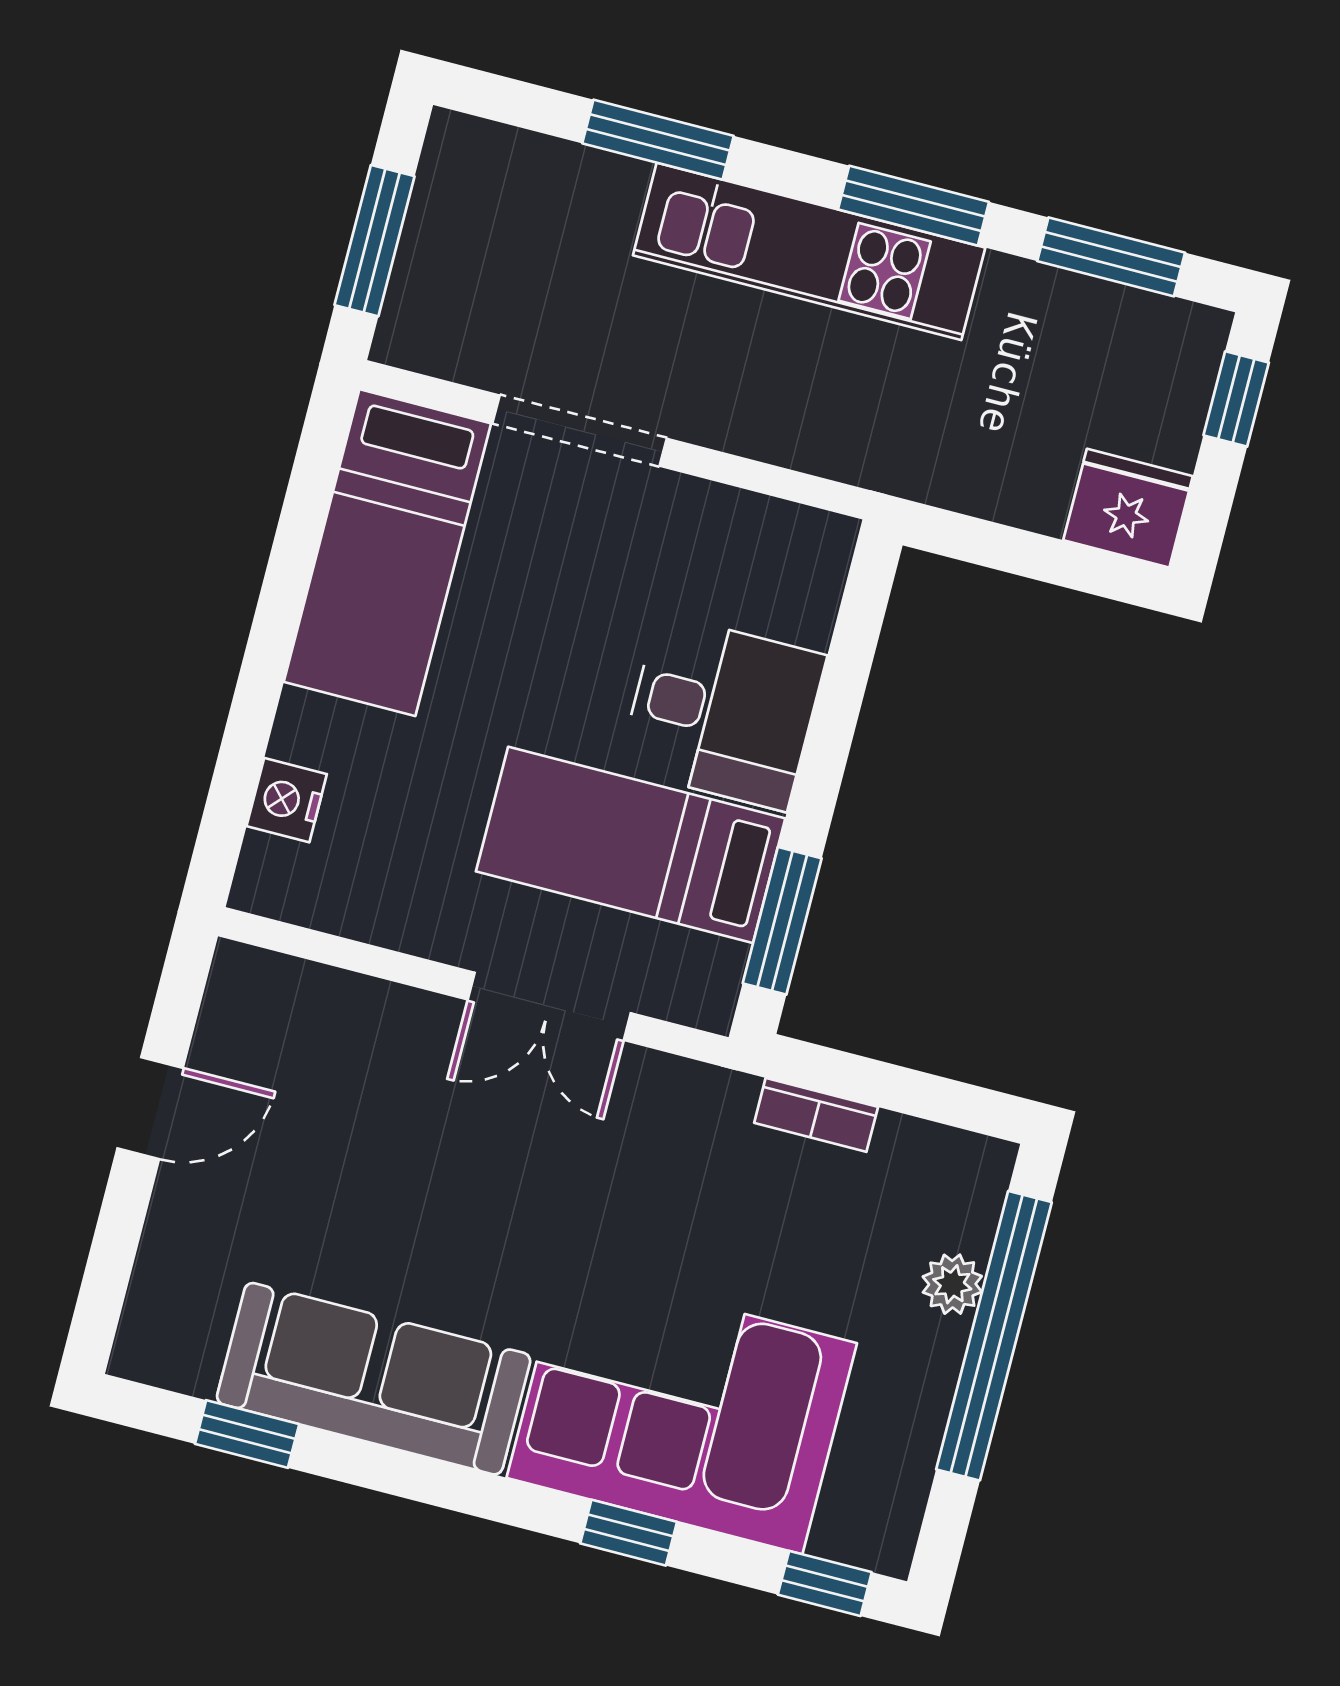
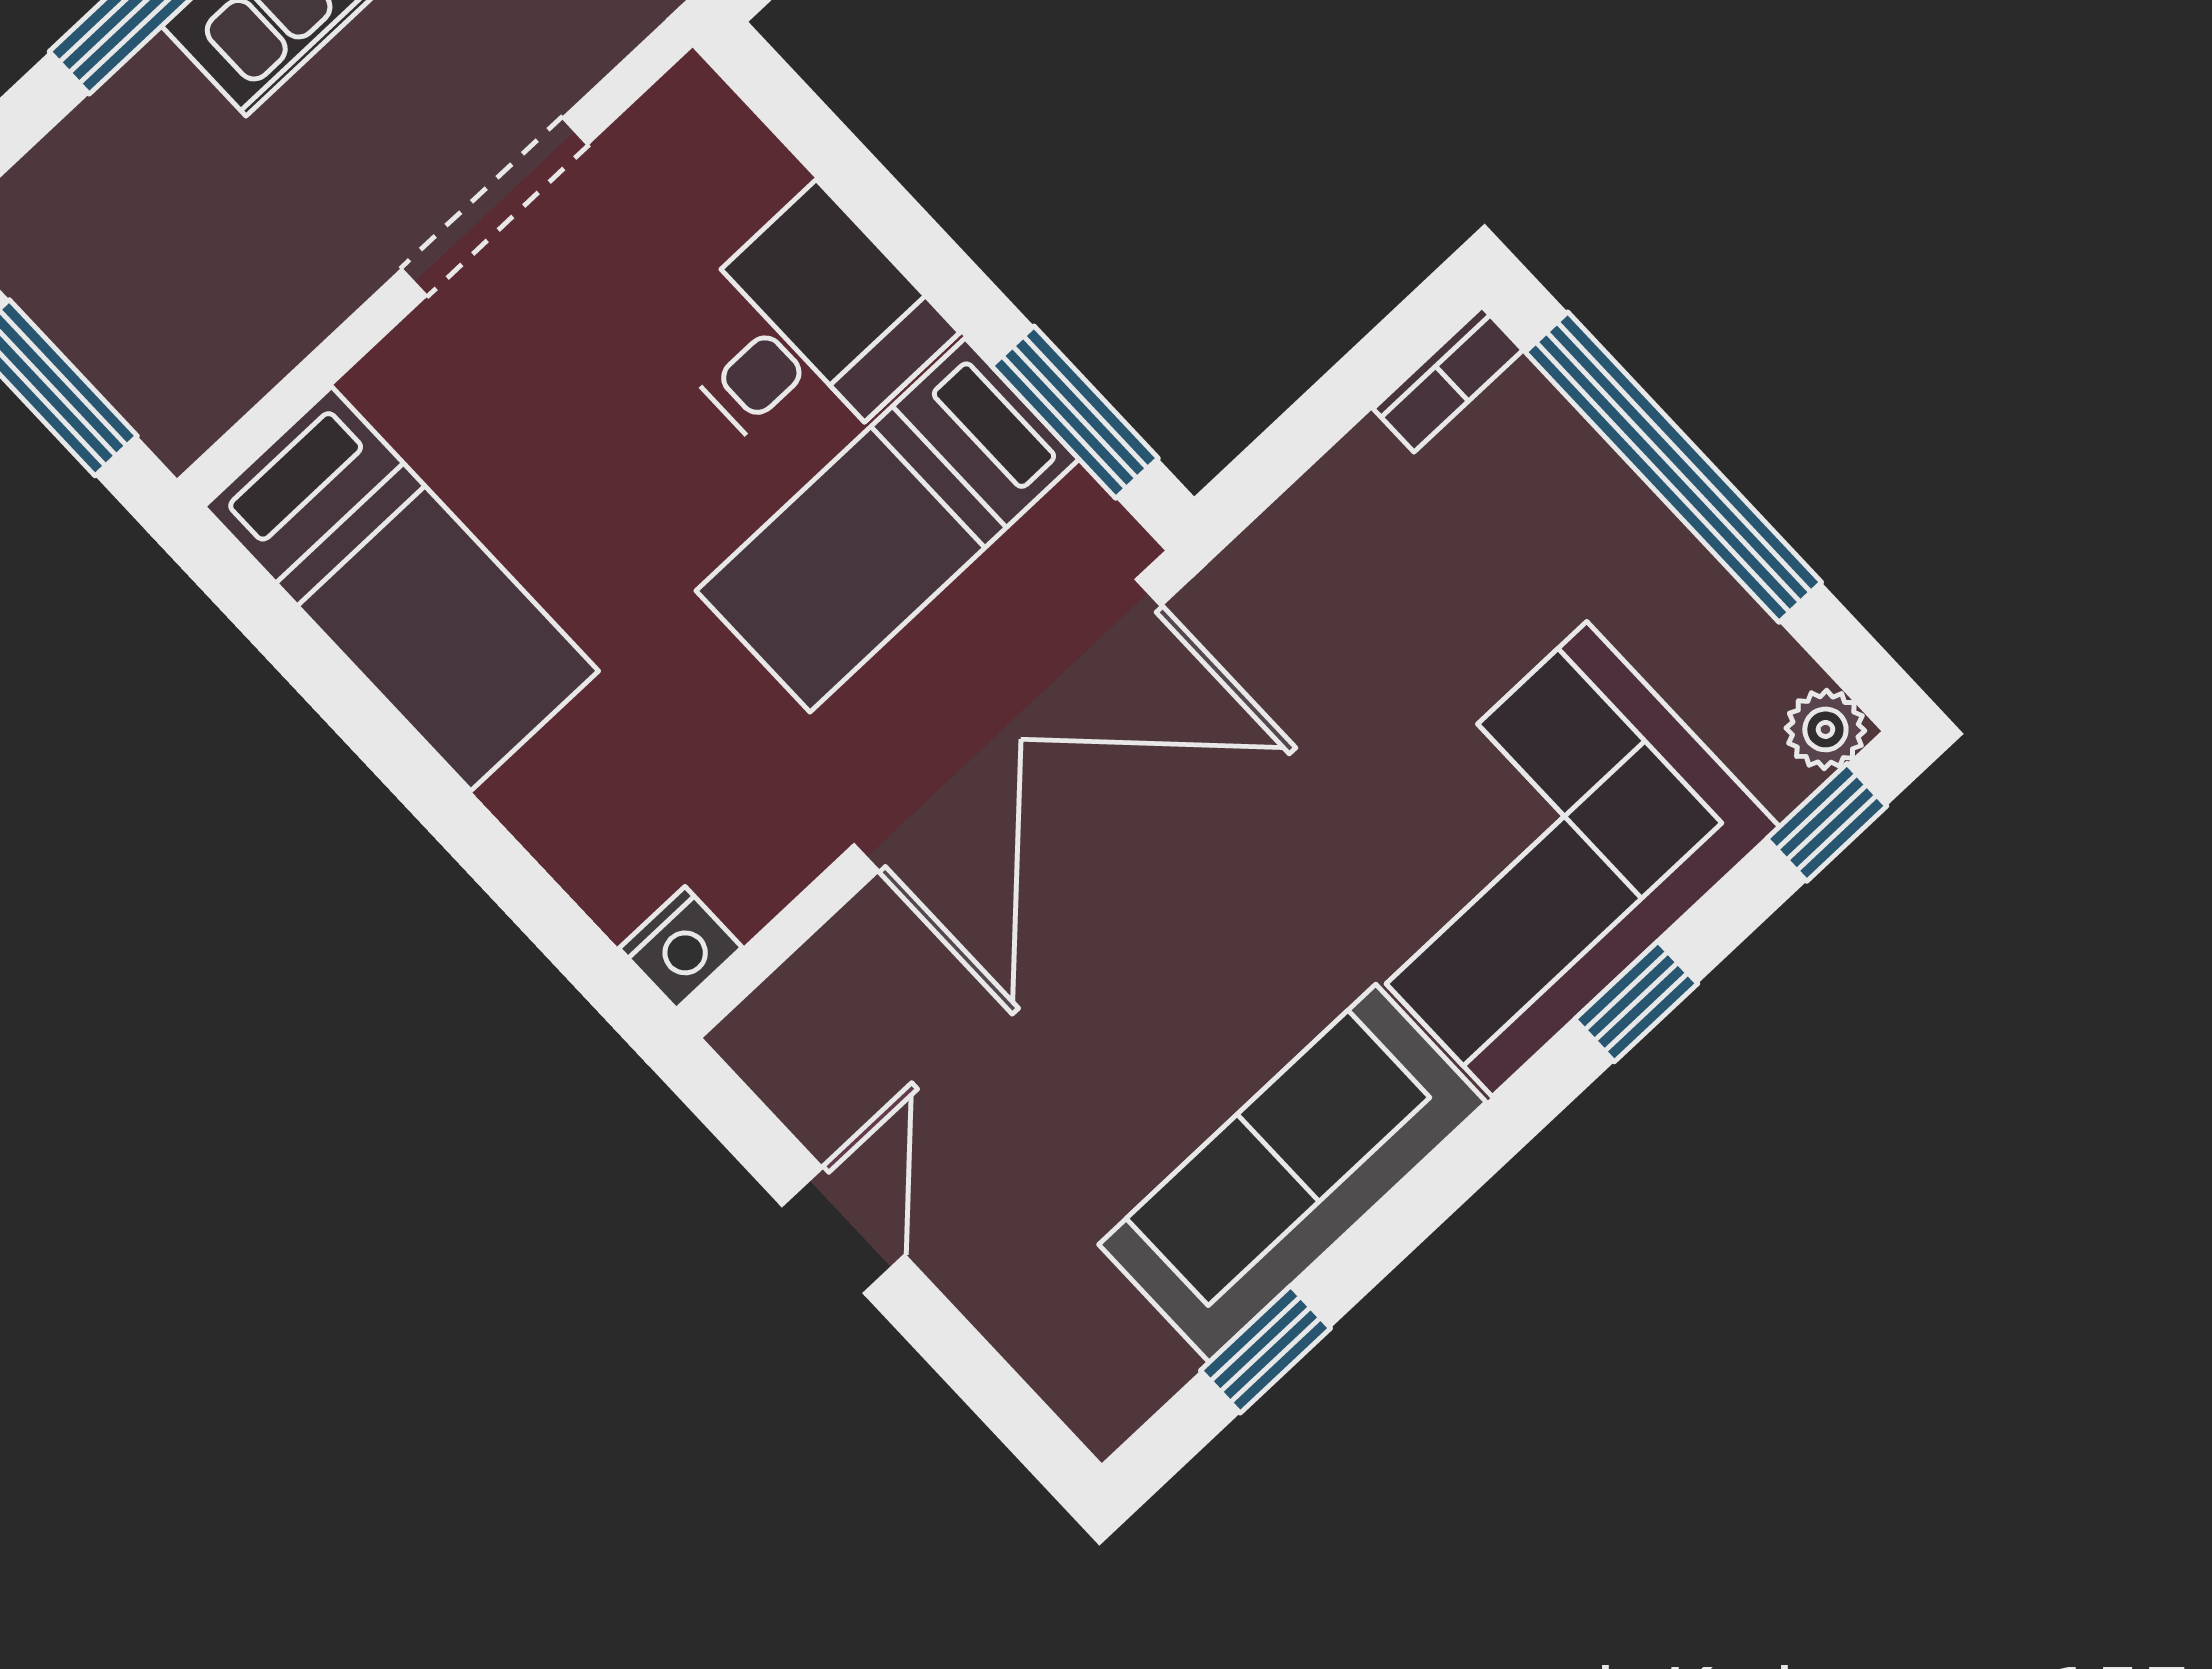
doorway: (580, 431) -> (495, 207), moved
nightstand: (287, 800) -> (681, 948), moved, turned -90
double door: (549, 1006) -> (1008, 725), width x1.87
bookcase: (816, 1115) -> (1448, 379), moved
plant: (952, 1284) -> (1825, 729), moved

